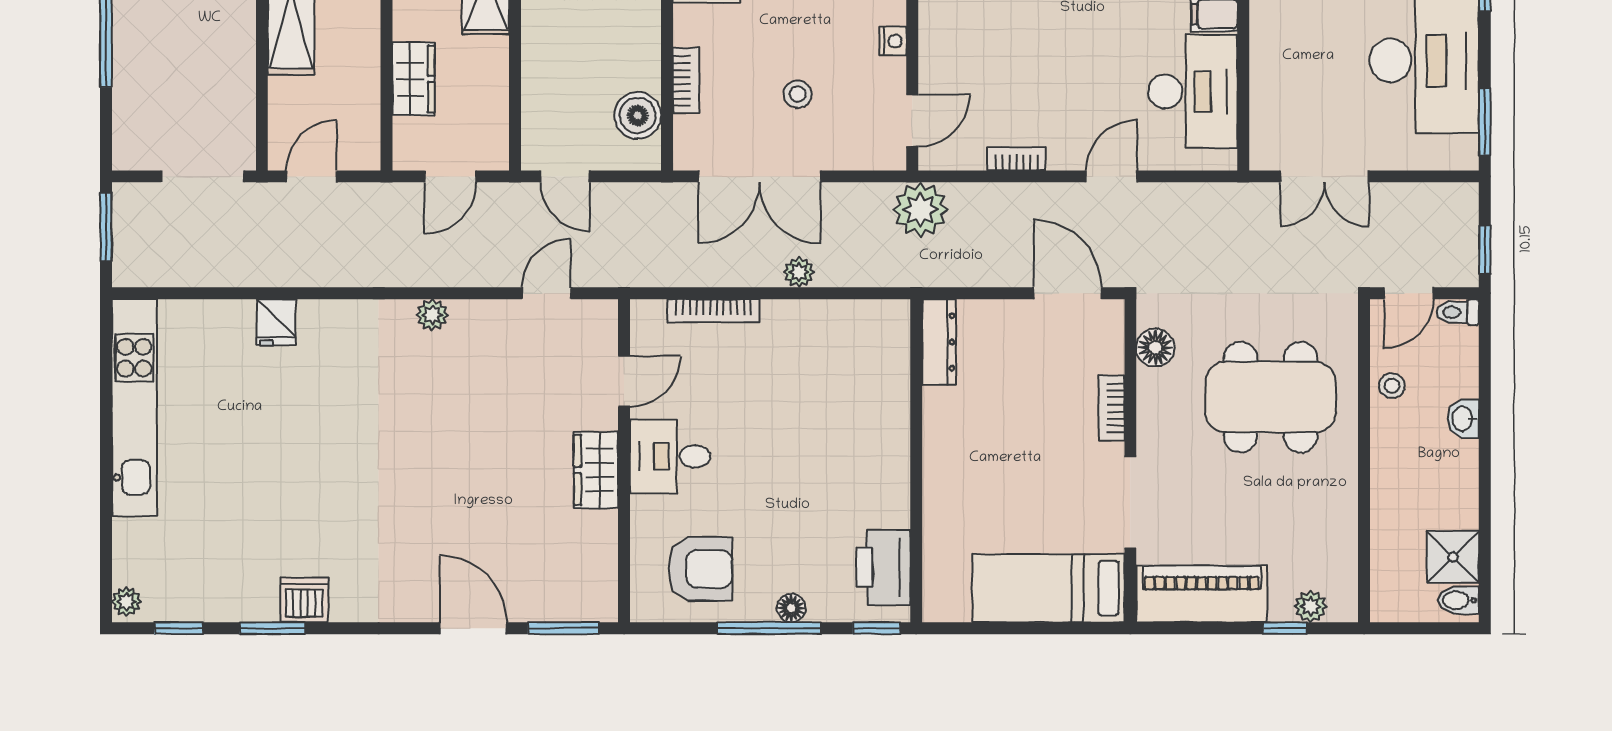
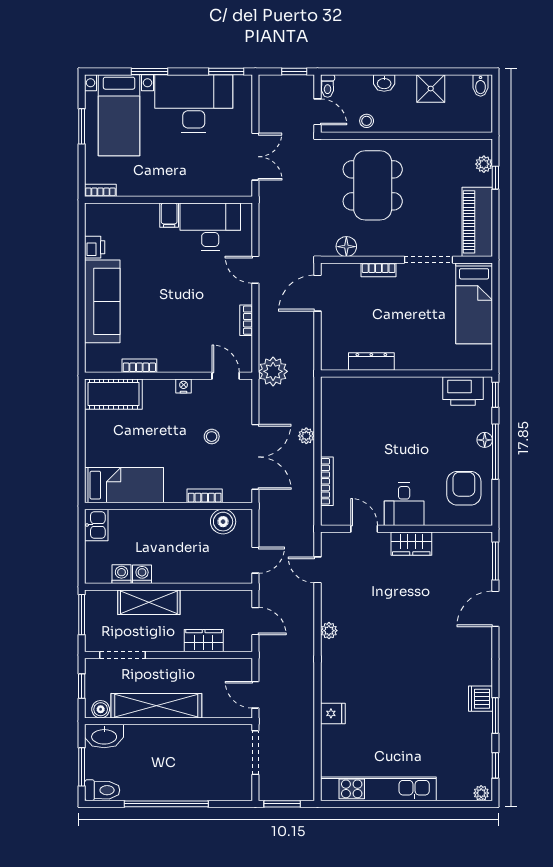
dresser: (939, 342) -> (371, 362), moved
shower: (1453, 557) -> (431, 89), moved

